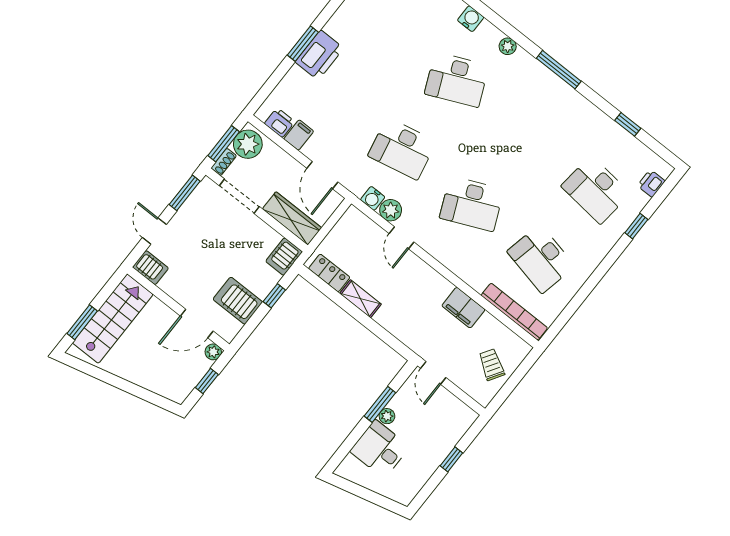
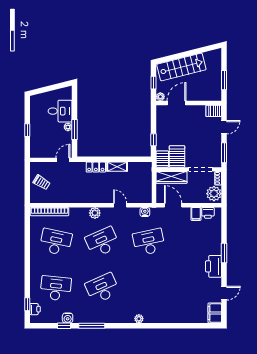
water cooler: (471, 19) -> (68, 318), moved
printer: (319, 55) -> (214, 266), moved
window: (559, 70) -> (92, 326), moved
desk: (457, 80) -> (102, 288), moved
window: (224, 144) -> (224, 186), removed
plant: (391, 210) -> (95, 213), moved
window: (636, 226) -> (27, 304), moved
door: (154, 231) -> (224, 127), hinge flipped
locker: (329, 273) -> (96, 167), moved
server rack: (238, 301) -> (177, 156), moved, turned -90
filing cabinet: (463, 308) -> (72, 197), removed
stairs: (113, 319) -> (181, 67), moved, turned -104
window: (82, 322) -> (224, 80), moved
door: (433, 373) -> (63, 160), hinge flipped

